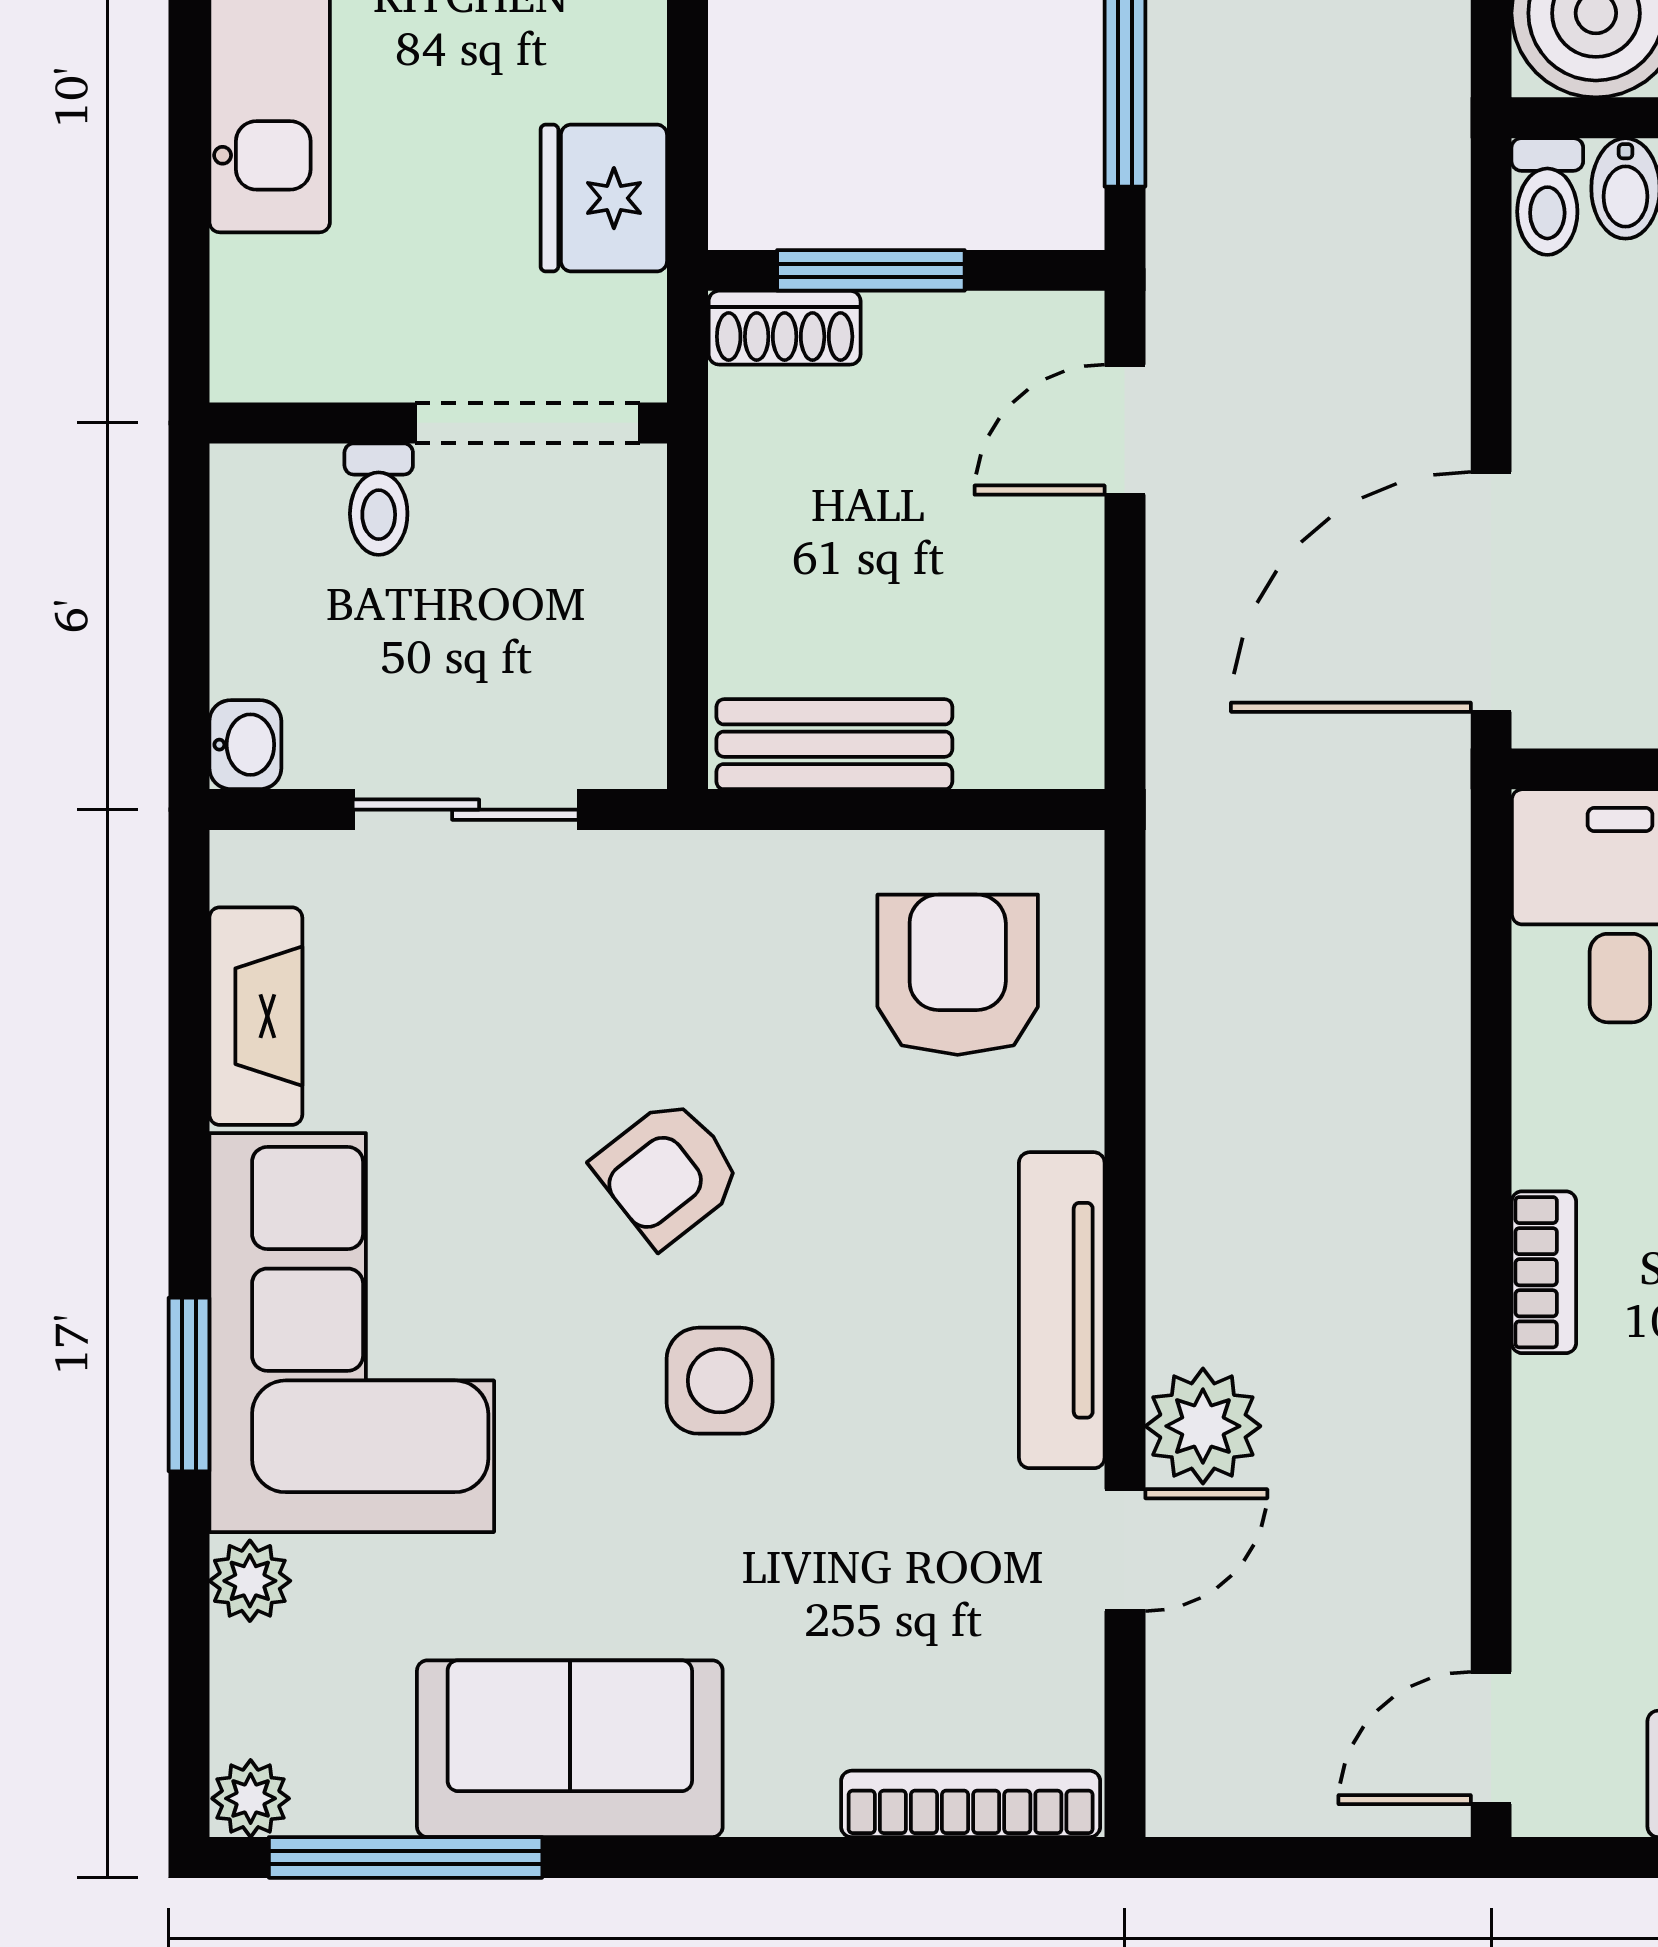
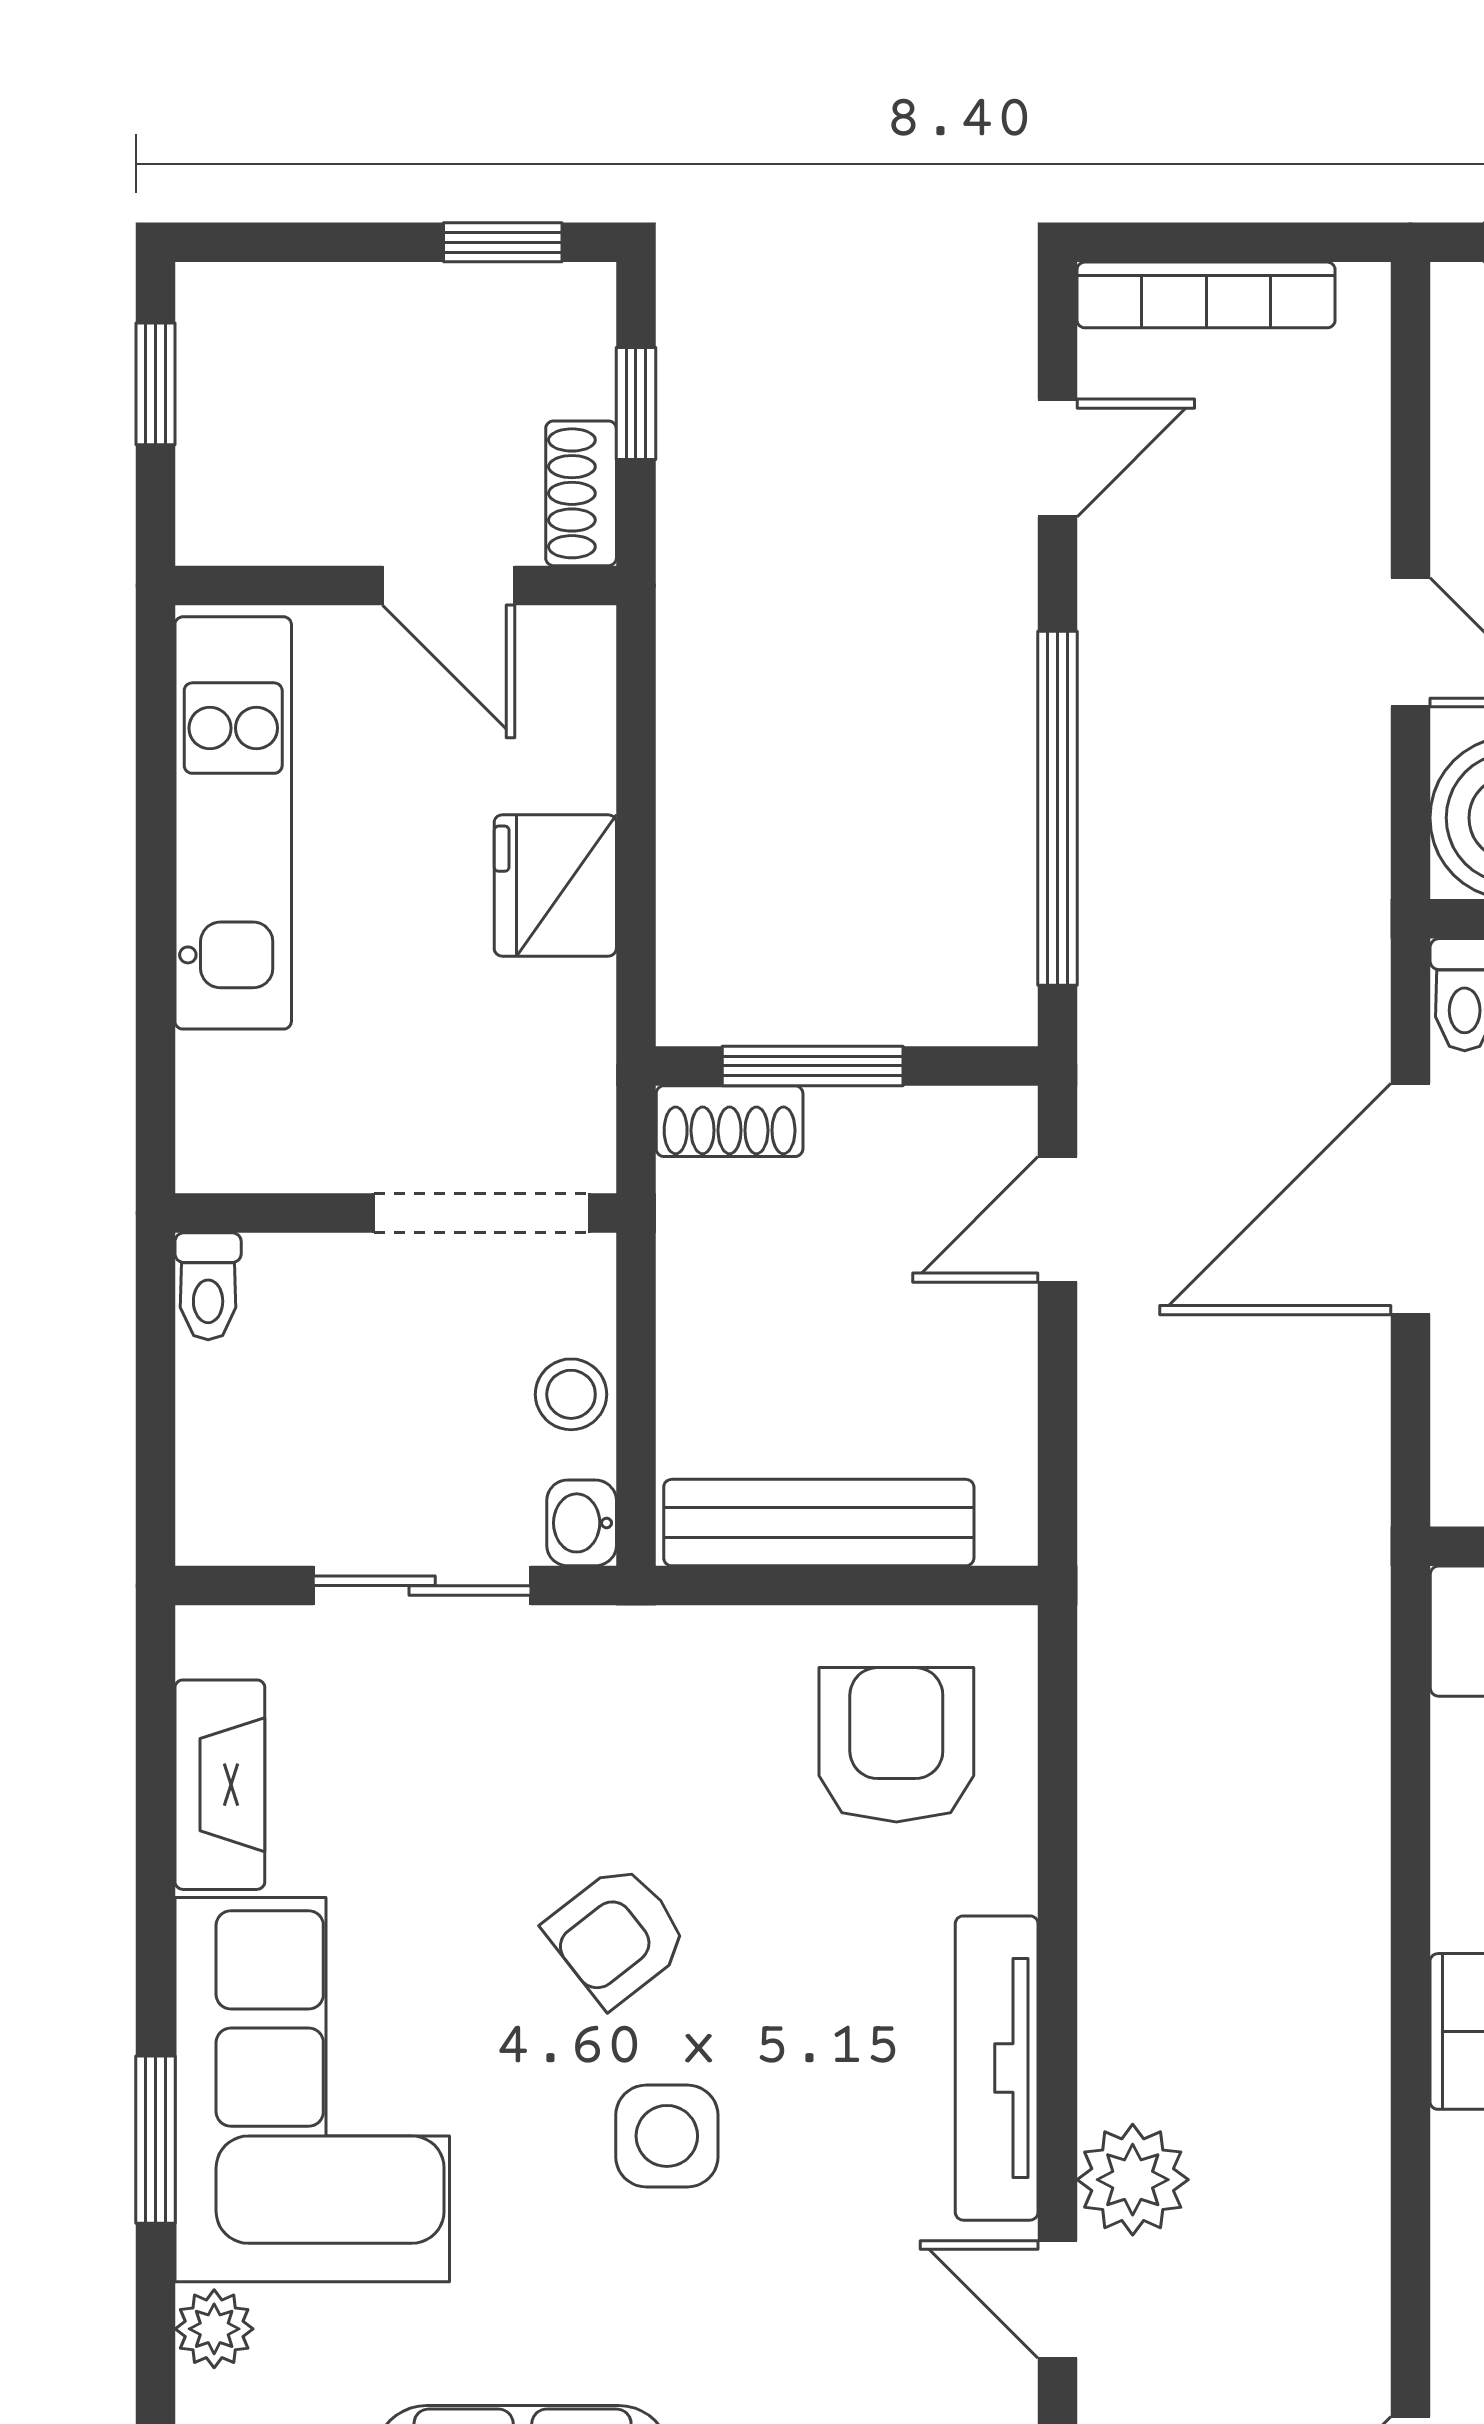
fridge: (604, 198) -> (555, 885), moved
toilet: (379, 499) -> (208, 1286), moved
door: (1491, 592) -> (1410, 1199), moved
stool: (620, 611) -> (571, 1394), added
bench: (834, 744) -> (819, 1523), width x1.36
washbasin: (245, 745) -> (582, 1523), moved, turned 180
door: (1125, 1550) -> (1057, 2299), swing flipped

